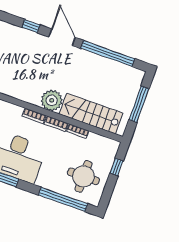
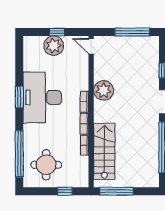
plant: (52, 100) -> (104, 90), moved
window: (139, 104) -> (117, 191), moved

